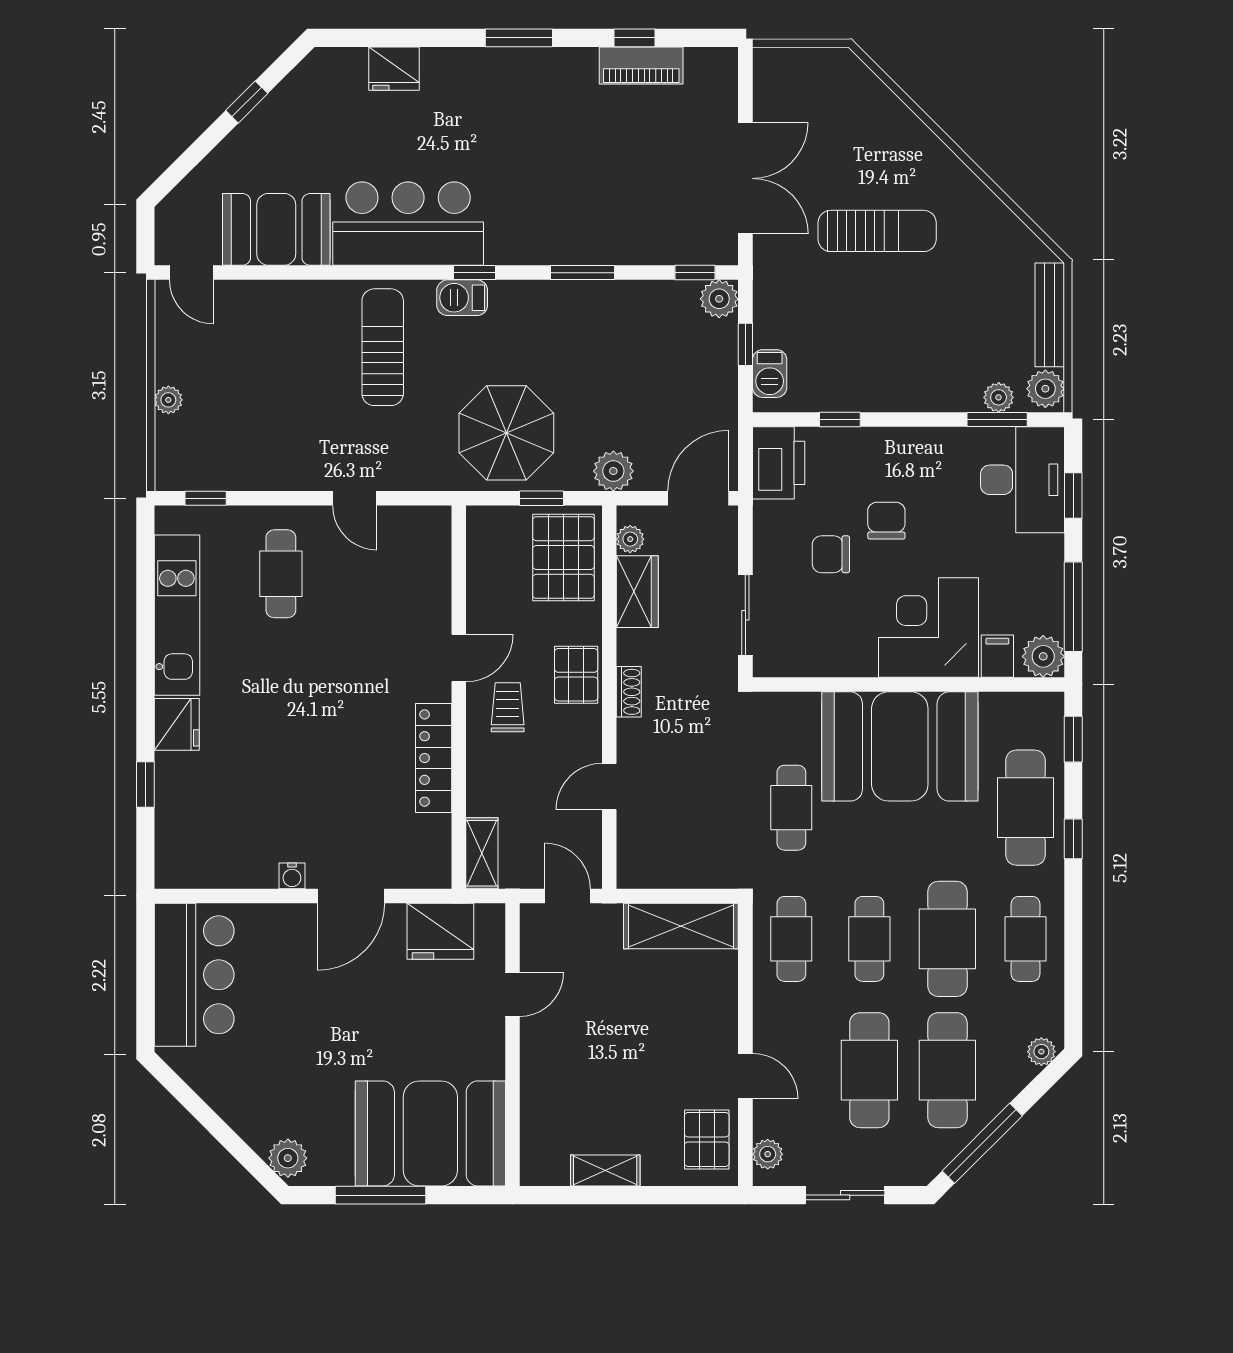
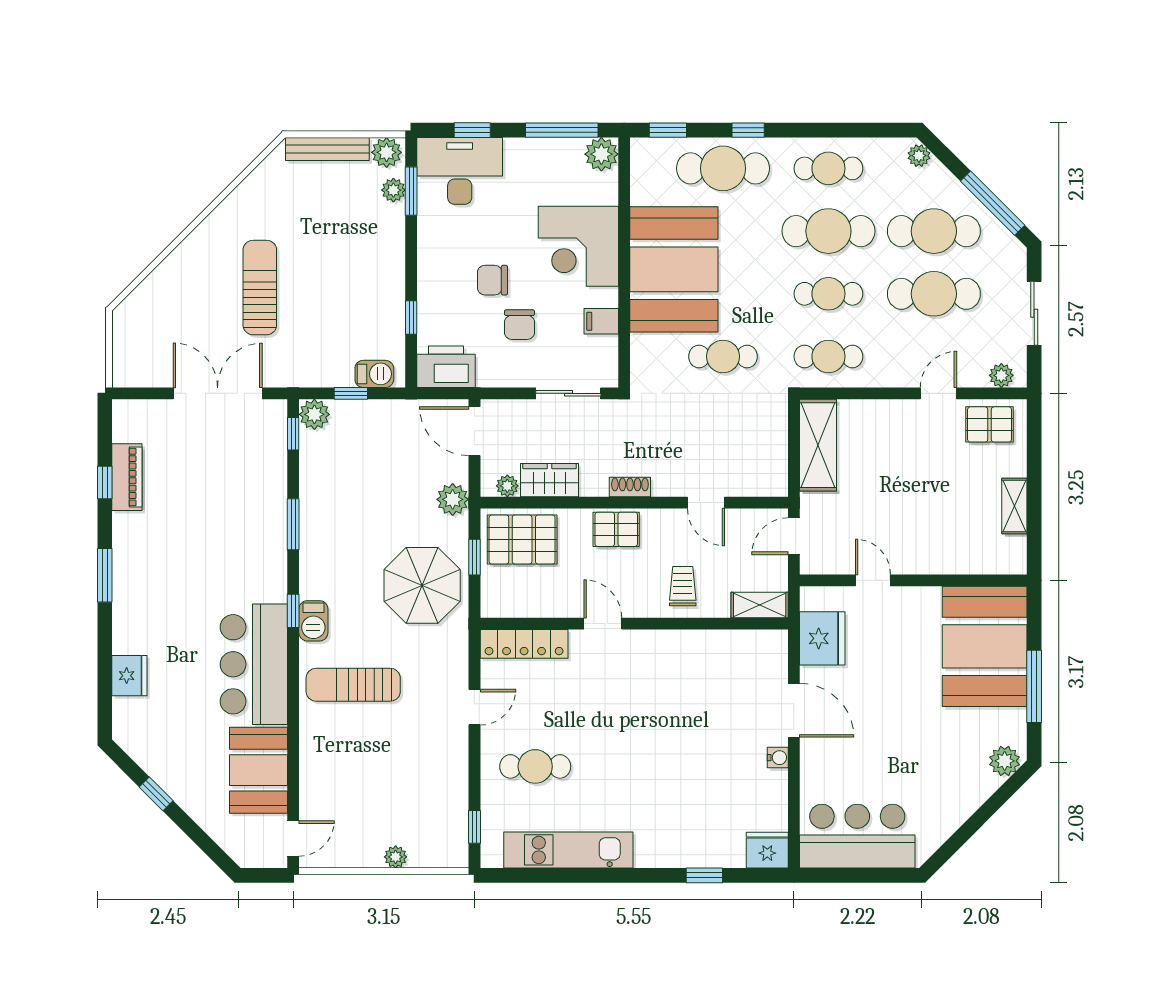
filing cabinet: (997, 656) -> (601, 321), moved
trolley: (508, 707) -> (683, 586), moved, turned 90
fridge: (177, 724) -> (767, 850), moved
locker: (434, 758) -> (524, 644), moved

